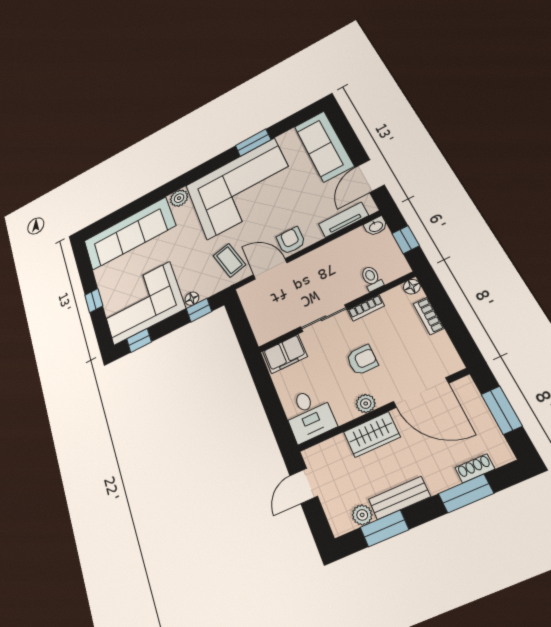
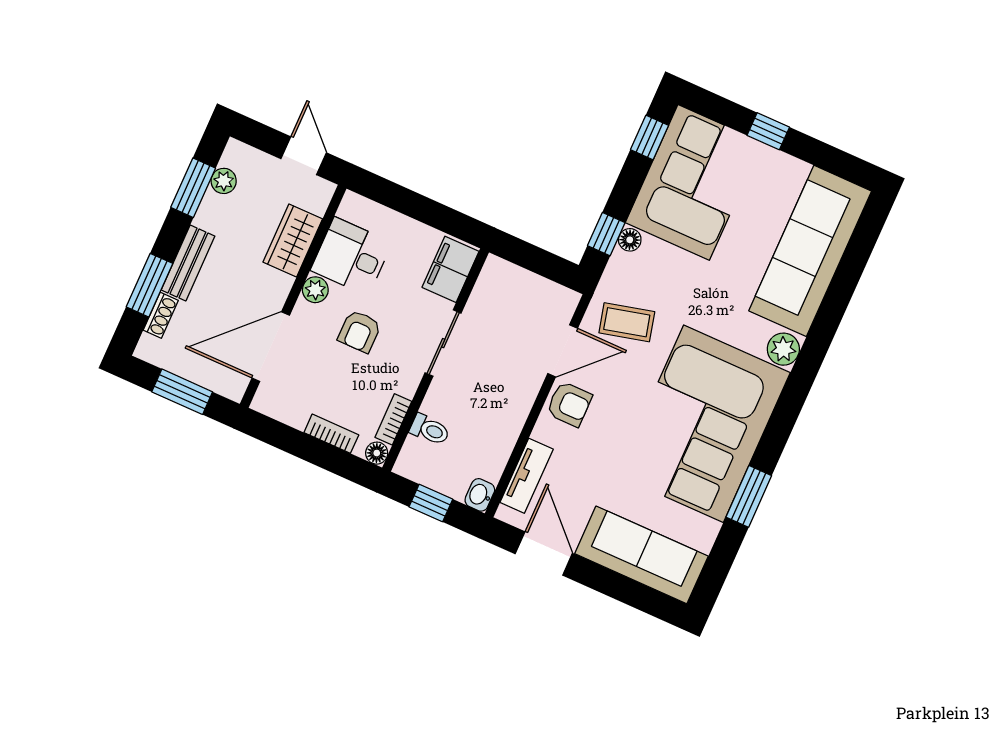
bookcase: (366, 308) -> (393, 419), moved
desk: (309, 415) -> (351, 256), moved
wardrobe: (372, 434) -> (293, 241), moved
bench: (399, 498) -> (188, 263), moved

